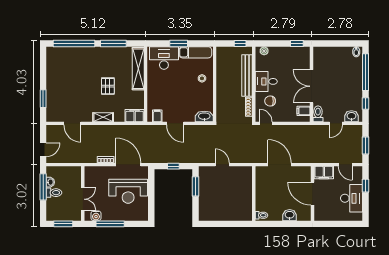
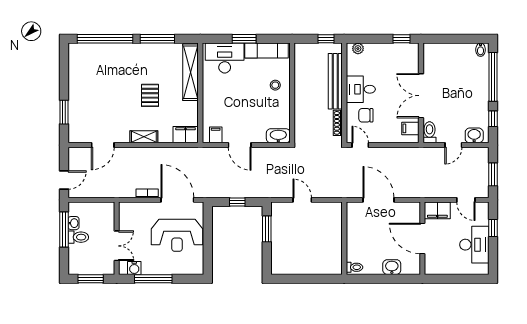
door: (72, 123) -> (103, 145), hinge flipped

